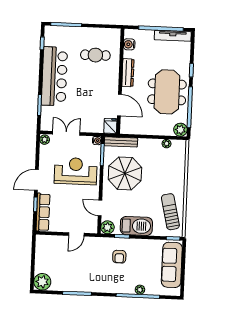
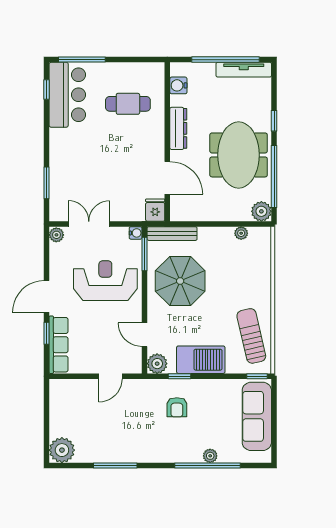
bar counter: (54, 76) -> (67, 95), moved, width x0.73

